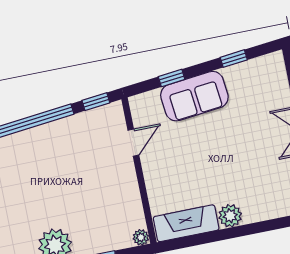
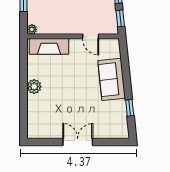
window: (172, 78) -> (125, 68), removed
fireplace: (186, 223) -> (49, 46), moved, turned 90

